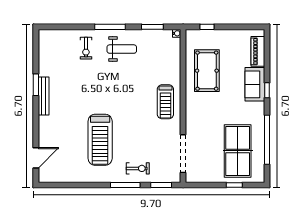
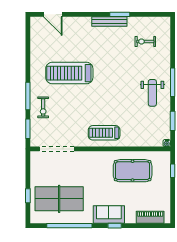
exercise bike: (86, 48) -> (145, 42), moved
sofa: (255, 84) -> (109, 215), moved

